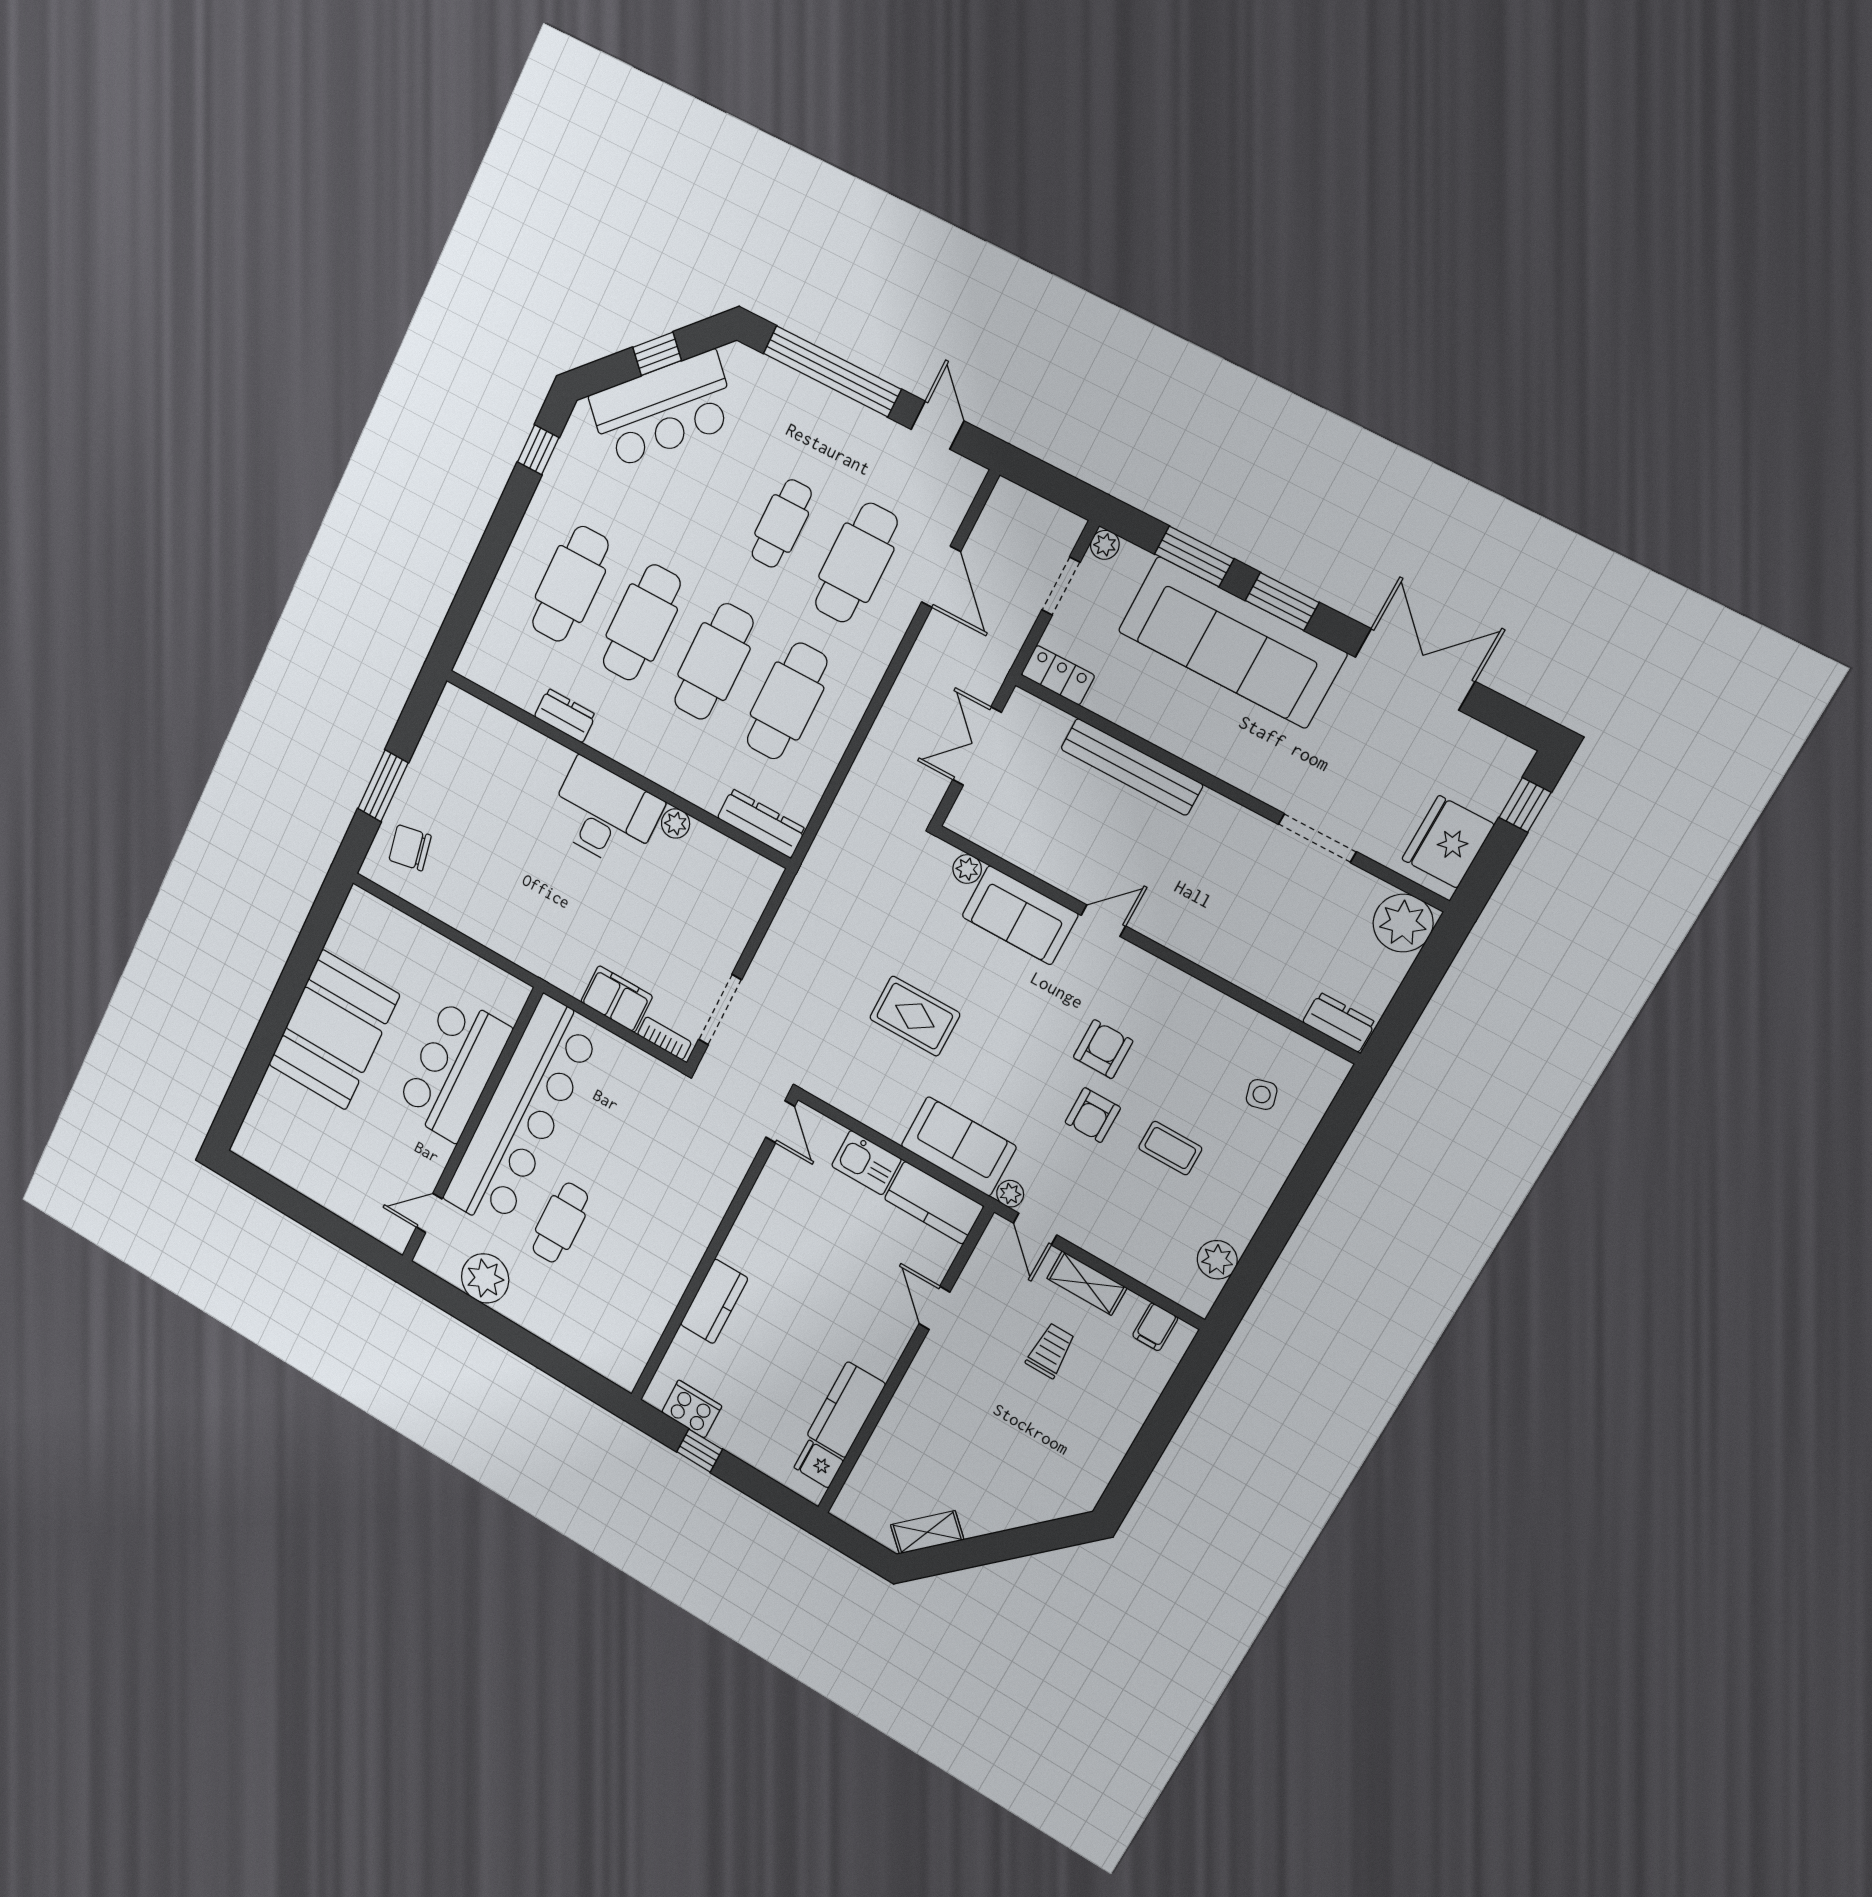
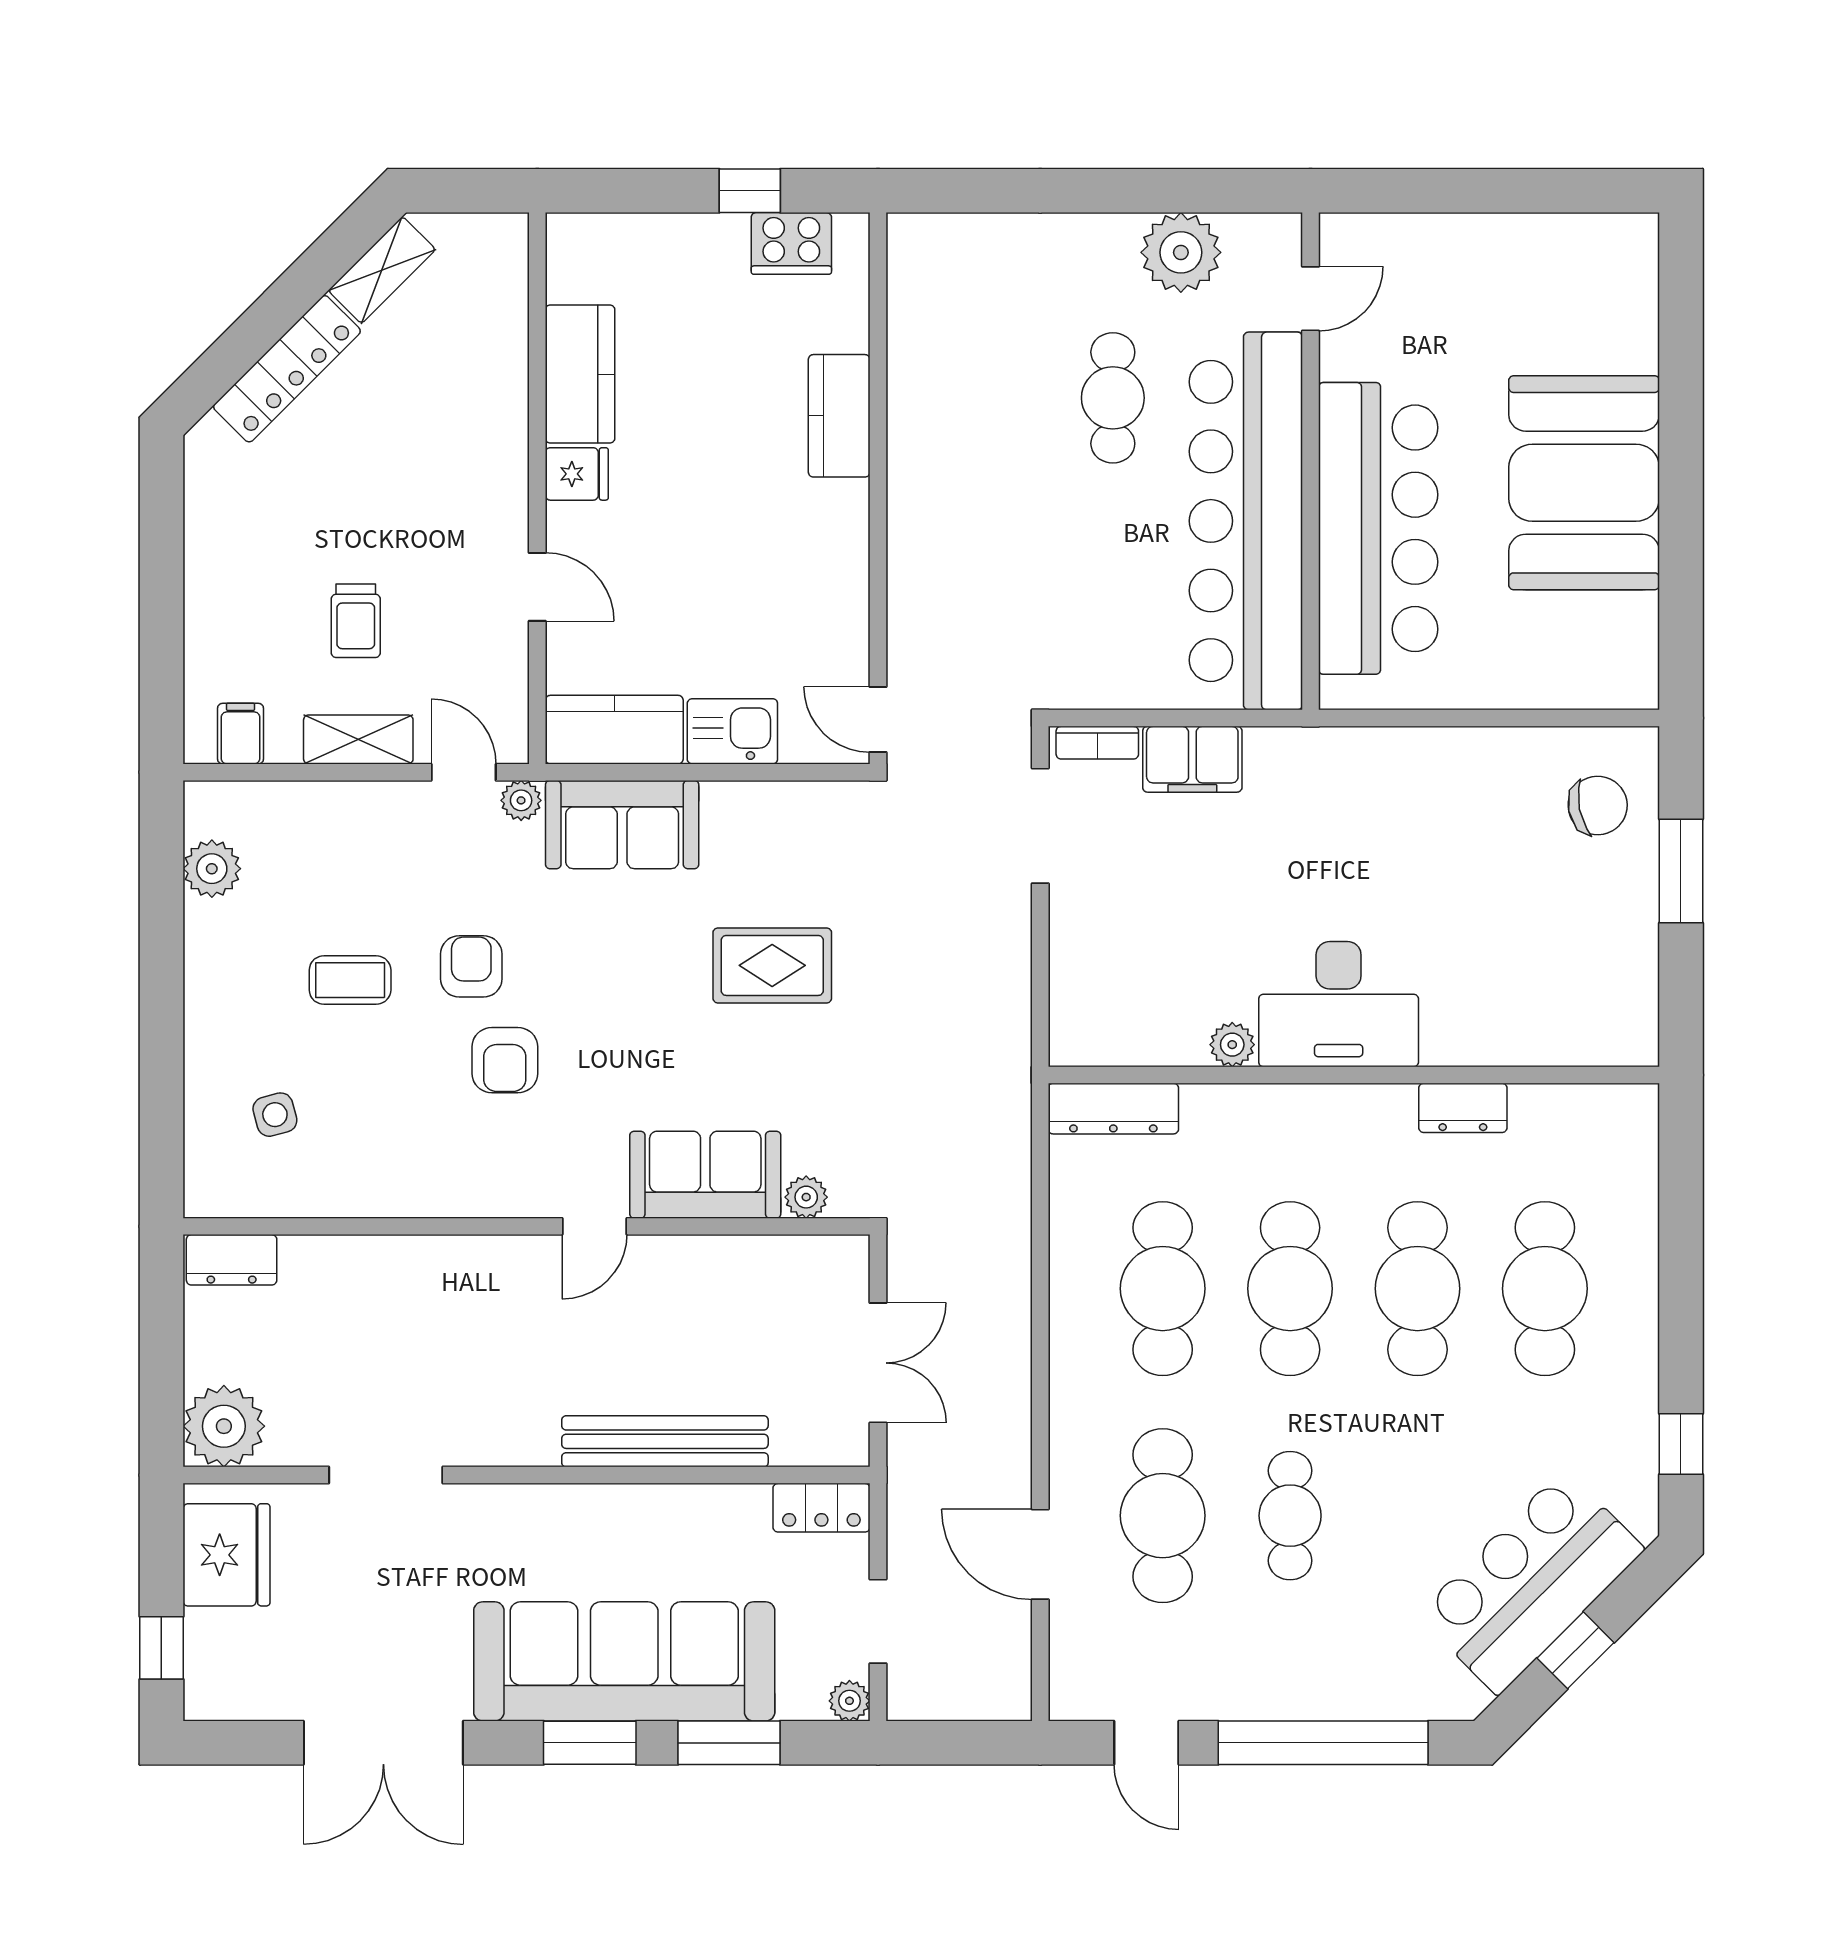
bar counter: (454, 1069) -> (1378, 528), width x1.36
fridge: (819, 1464) -> (577, 474), moved
locker: (1012, 1512) -> (287, 369), added

